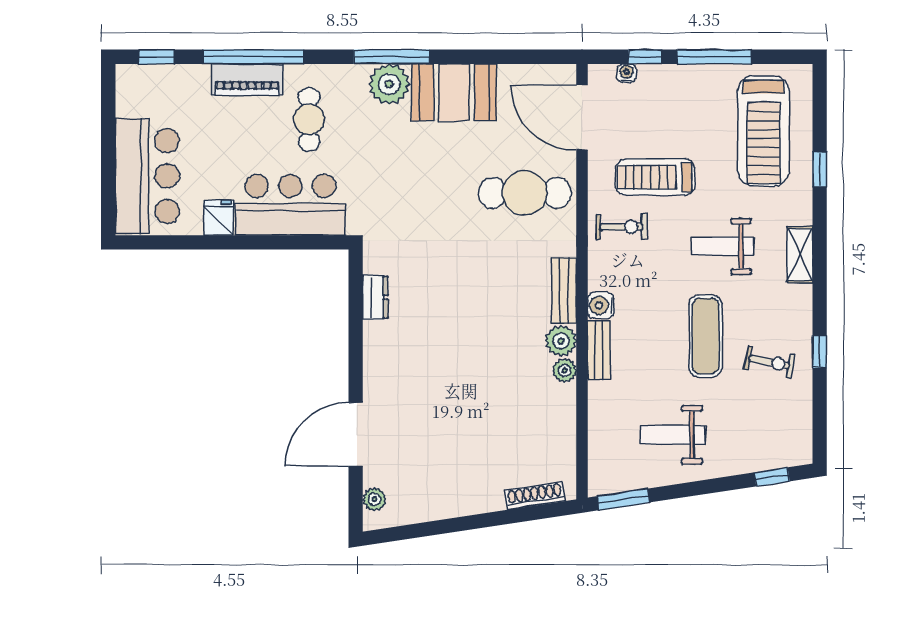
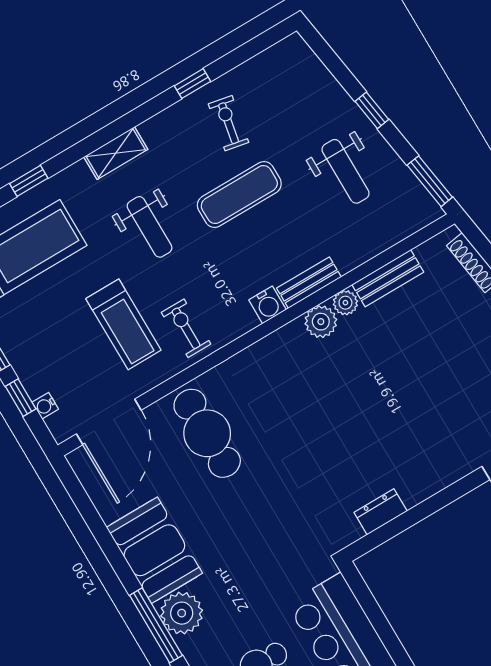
bench: (564, 291) -> (388, 278), moved
window: (772, 477) -> (372, 110), moved

